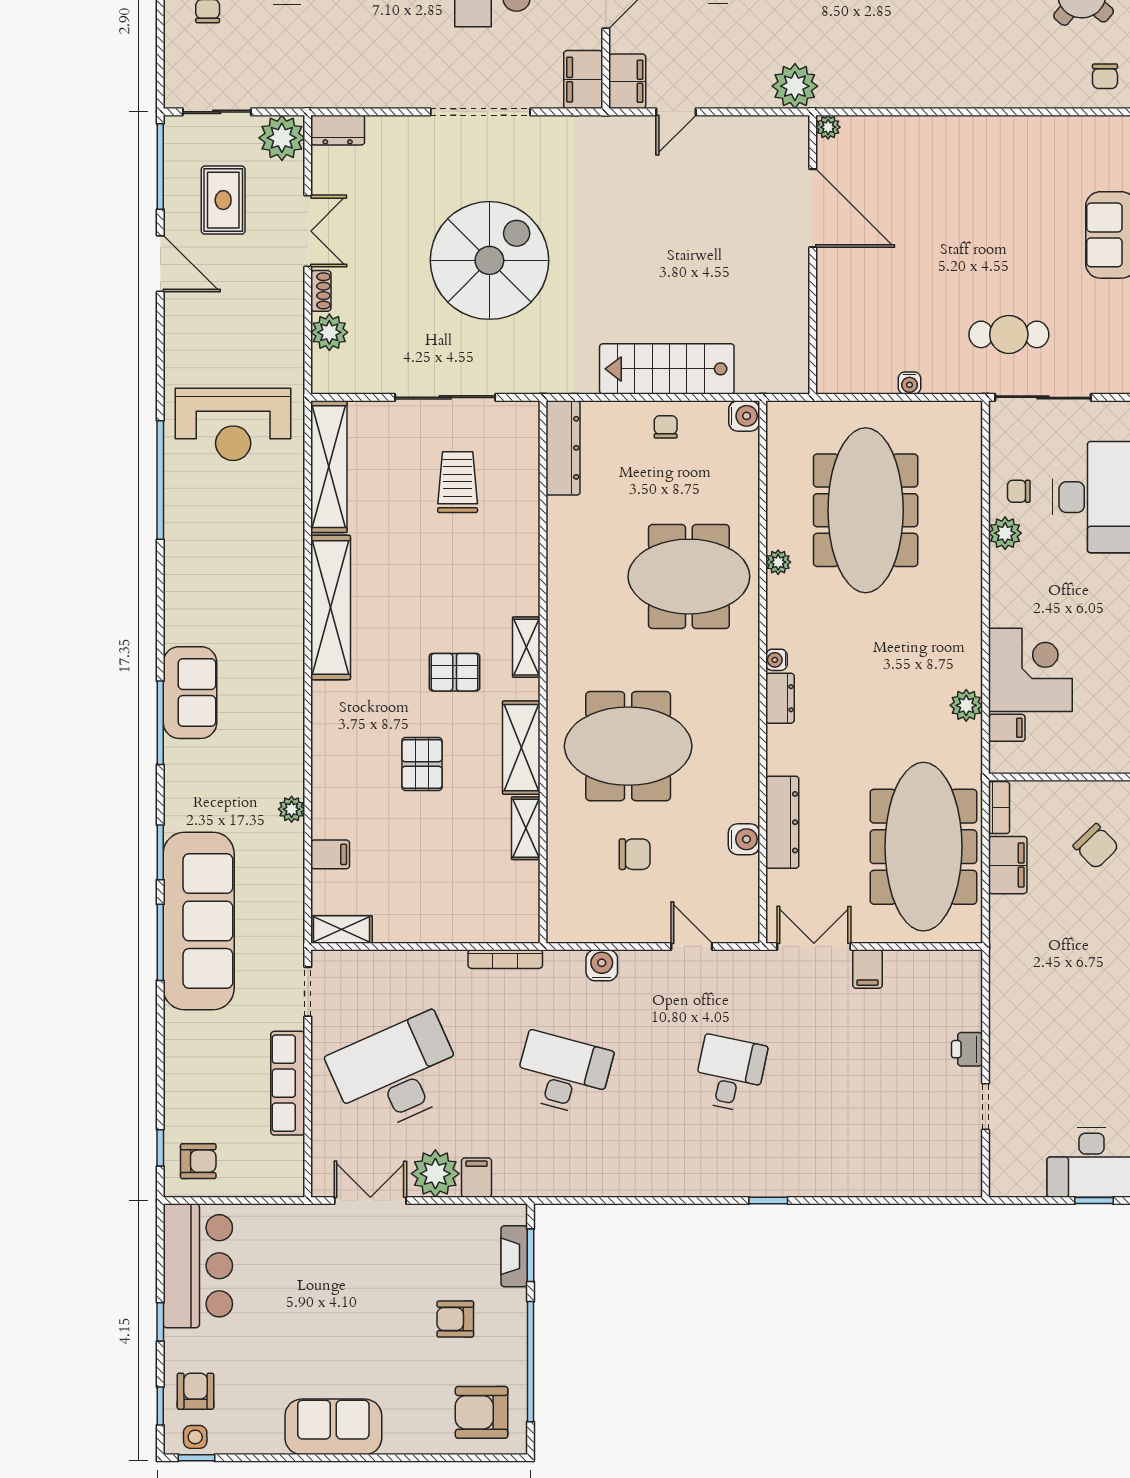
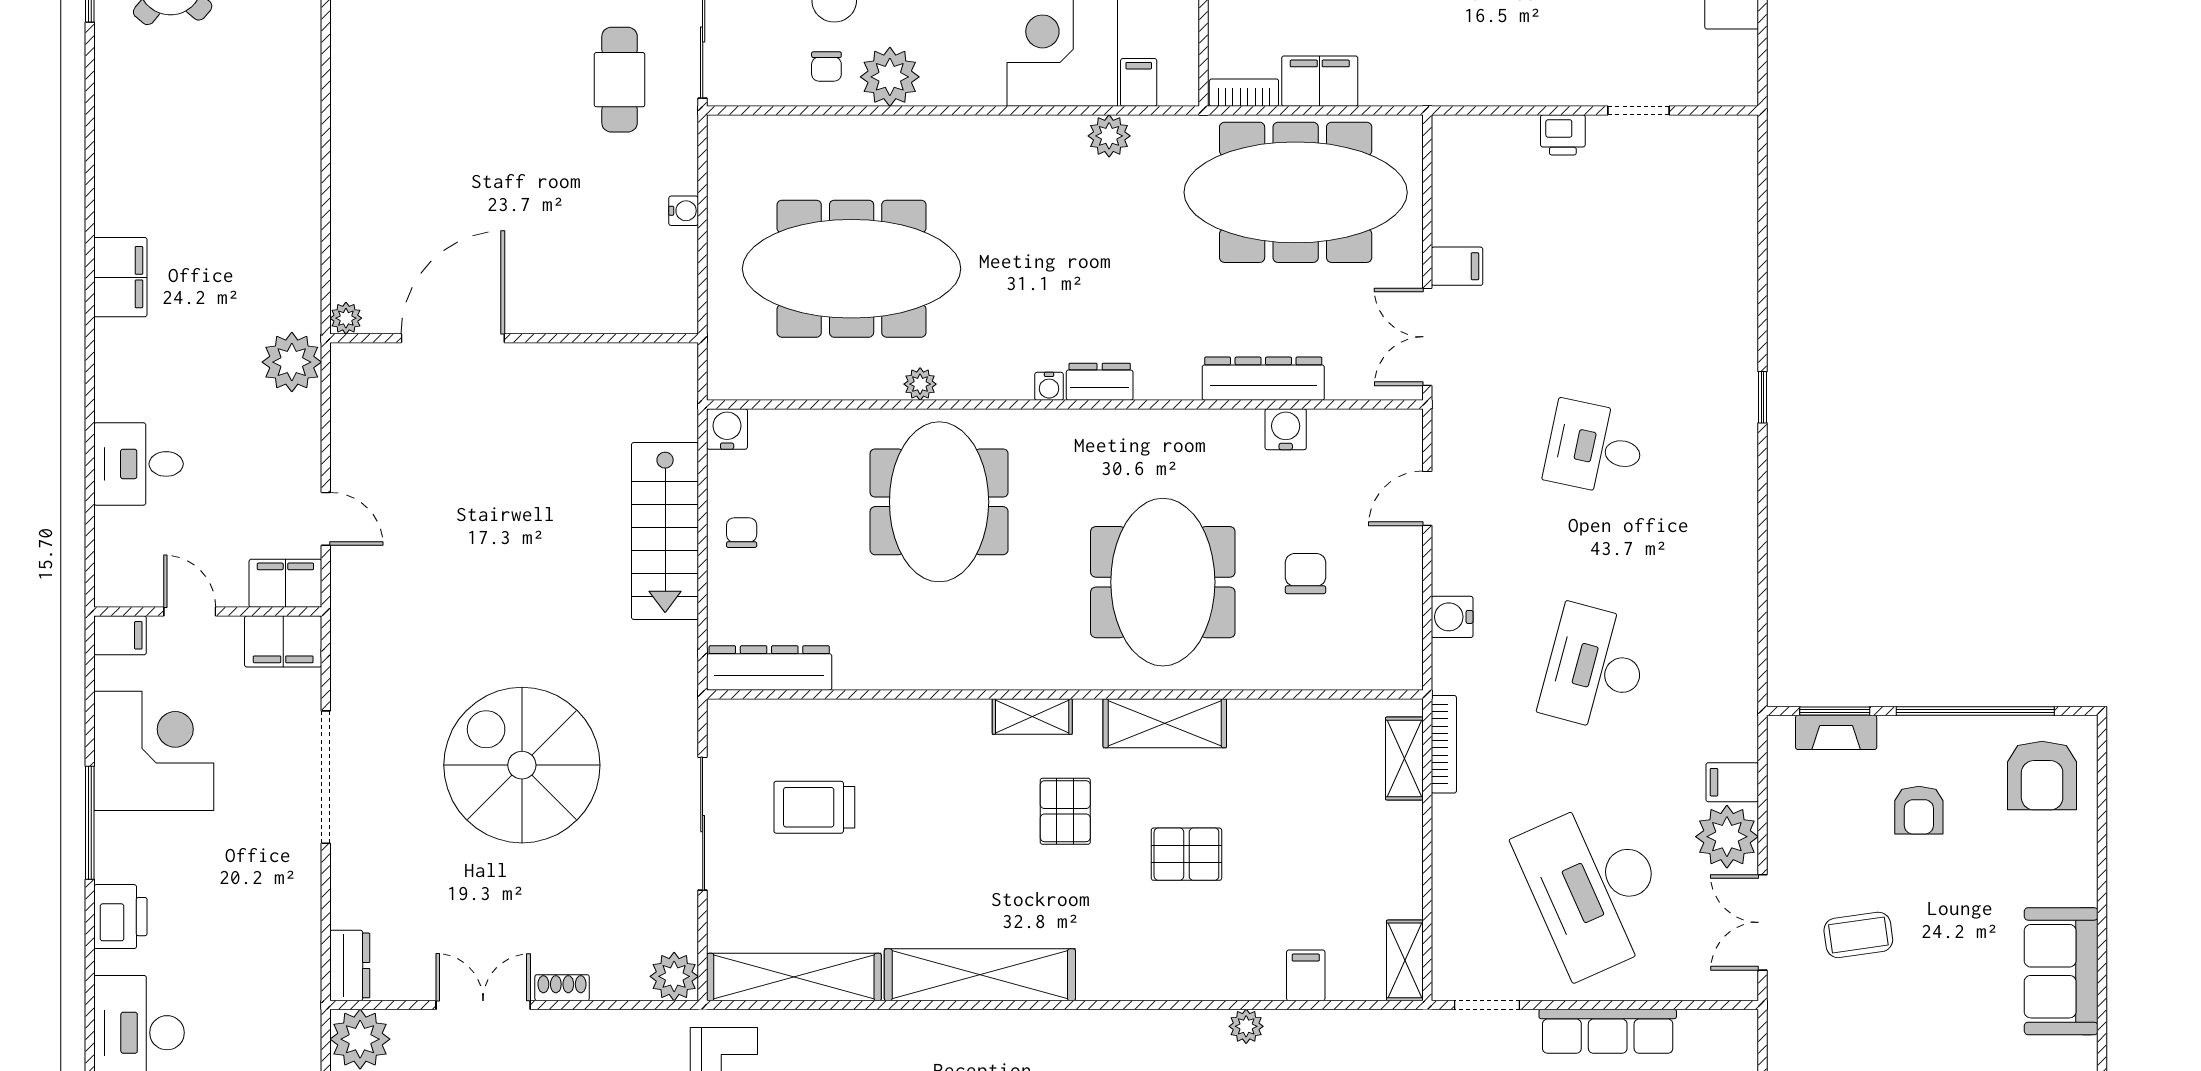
plant: (329, 332) -> (674, 976), moved
chair: (666, 427) -> (742, 533), turned 90
plant: (1005, 533) -> (890, 77), width x1.36, depth x1.36
shelving: (526, 828) -> (1404, 758), moved, turned 90
coffee table: (361, 1273) -> (1858, 935), added

